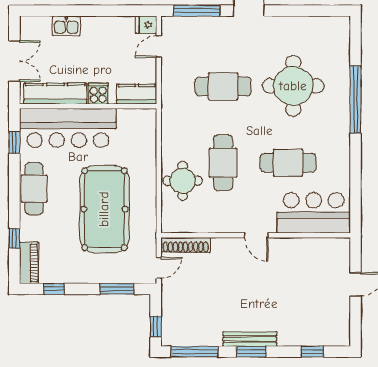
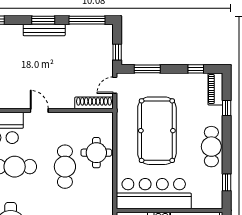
bar counter: (68, 128) -> (154, 194), moved
window: (156, 326) -> (117, 52), moved

